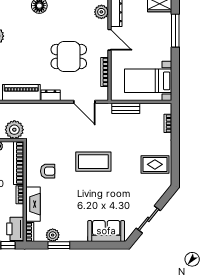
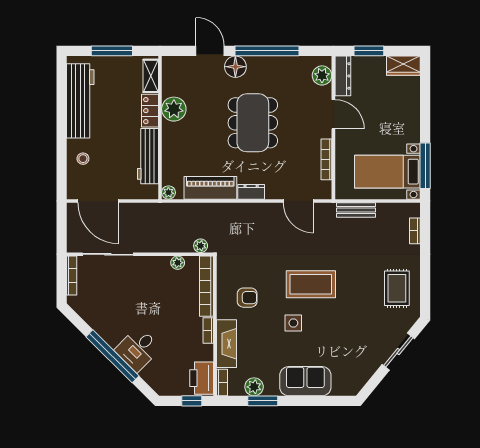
window: (175, 31) -> (425, 166), moved
dining table: (69, 56) -> (253, 123), moved, width x1.38
plant: (14, 130) -> (201, 246), width x0.53, depth x0.53
rug: (155, 164) -> (397, 288), turned 90
side table: (81, 189) -> (293, 323), added
sliding door: (148, 219) -> (398, 352), moved
sofa: (106, 231) -> (305, 381), moved

